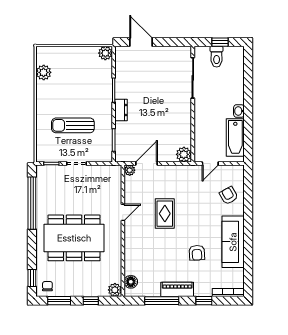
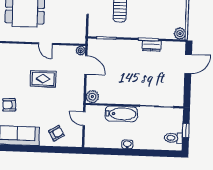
toilet: (217, 57) -> (173, 138), moved
dresser: (121, 110) -> (152, 46), moved
bathtub: (235, 137) -> (121, 114), moved, turned 180

